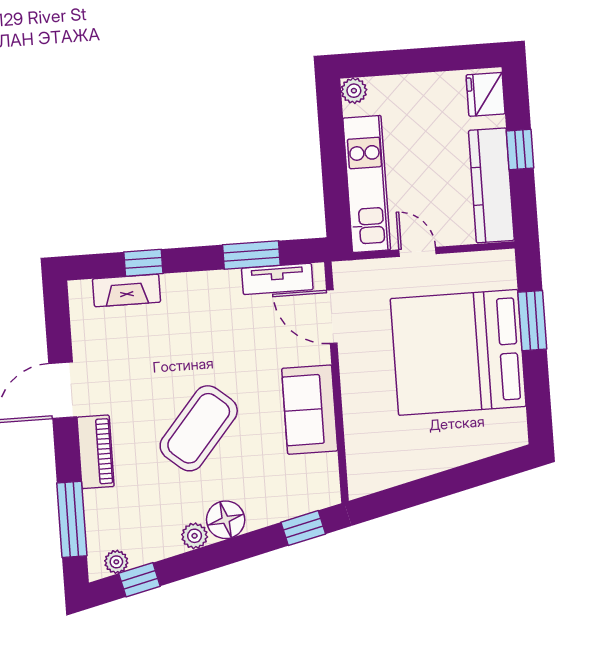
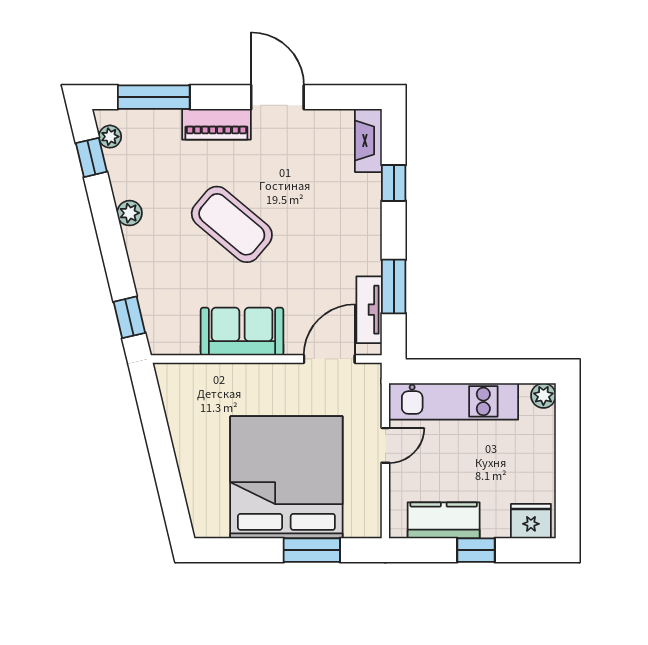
kitchen counter: (491, 185) -> (444, 520), width x0.67
fireplace: (127, 290) -> (368, 140), moved
floor lamp: (226, 520) -> (143, 244), removed

